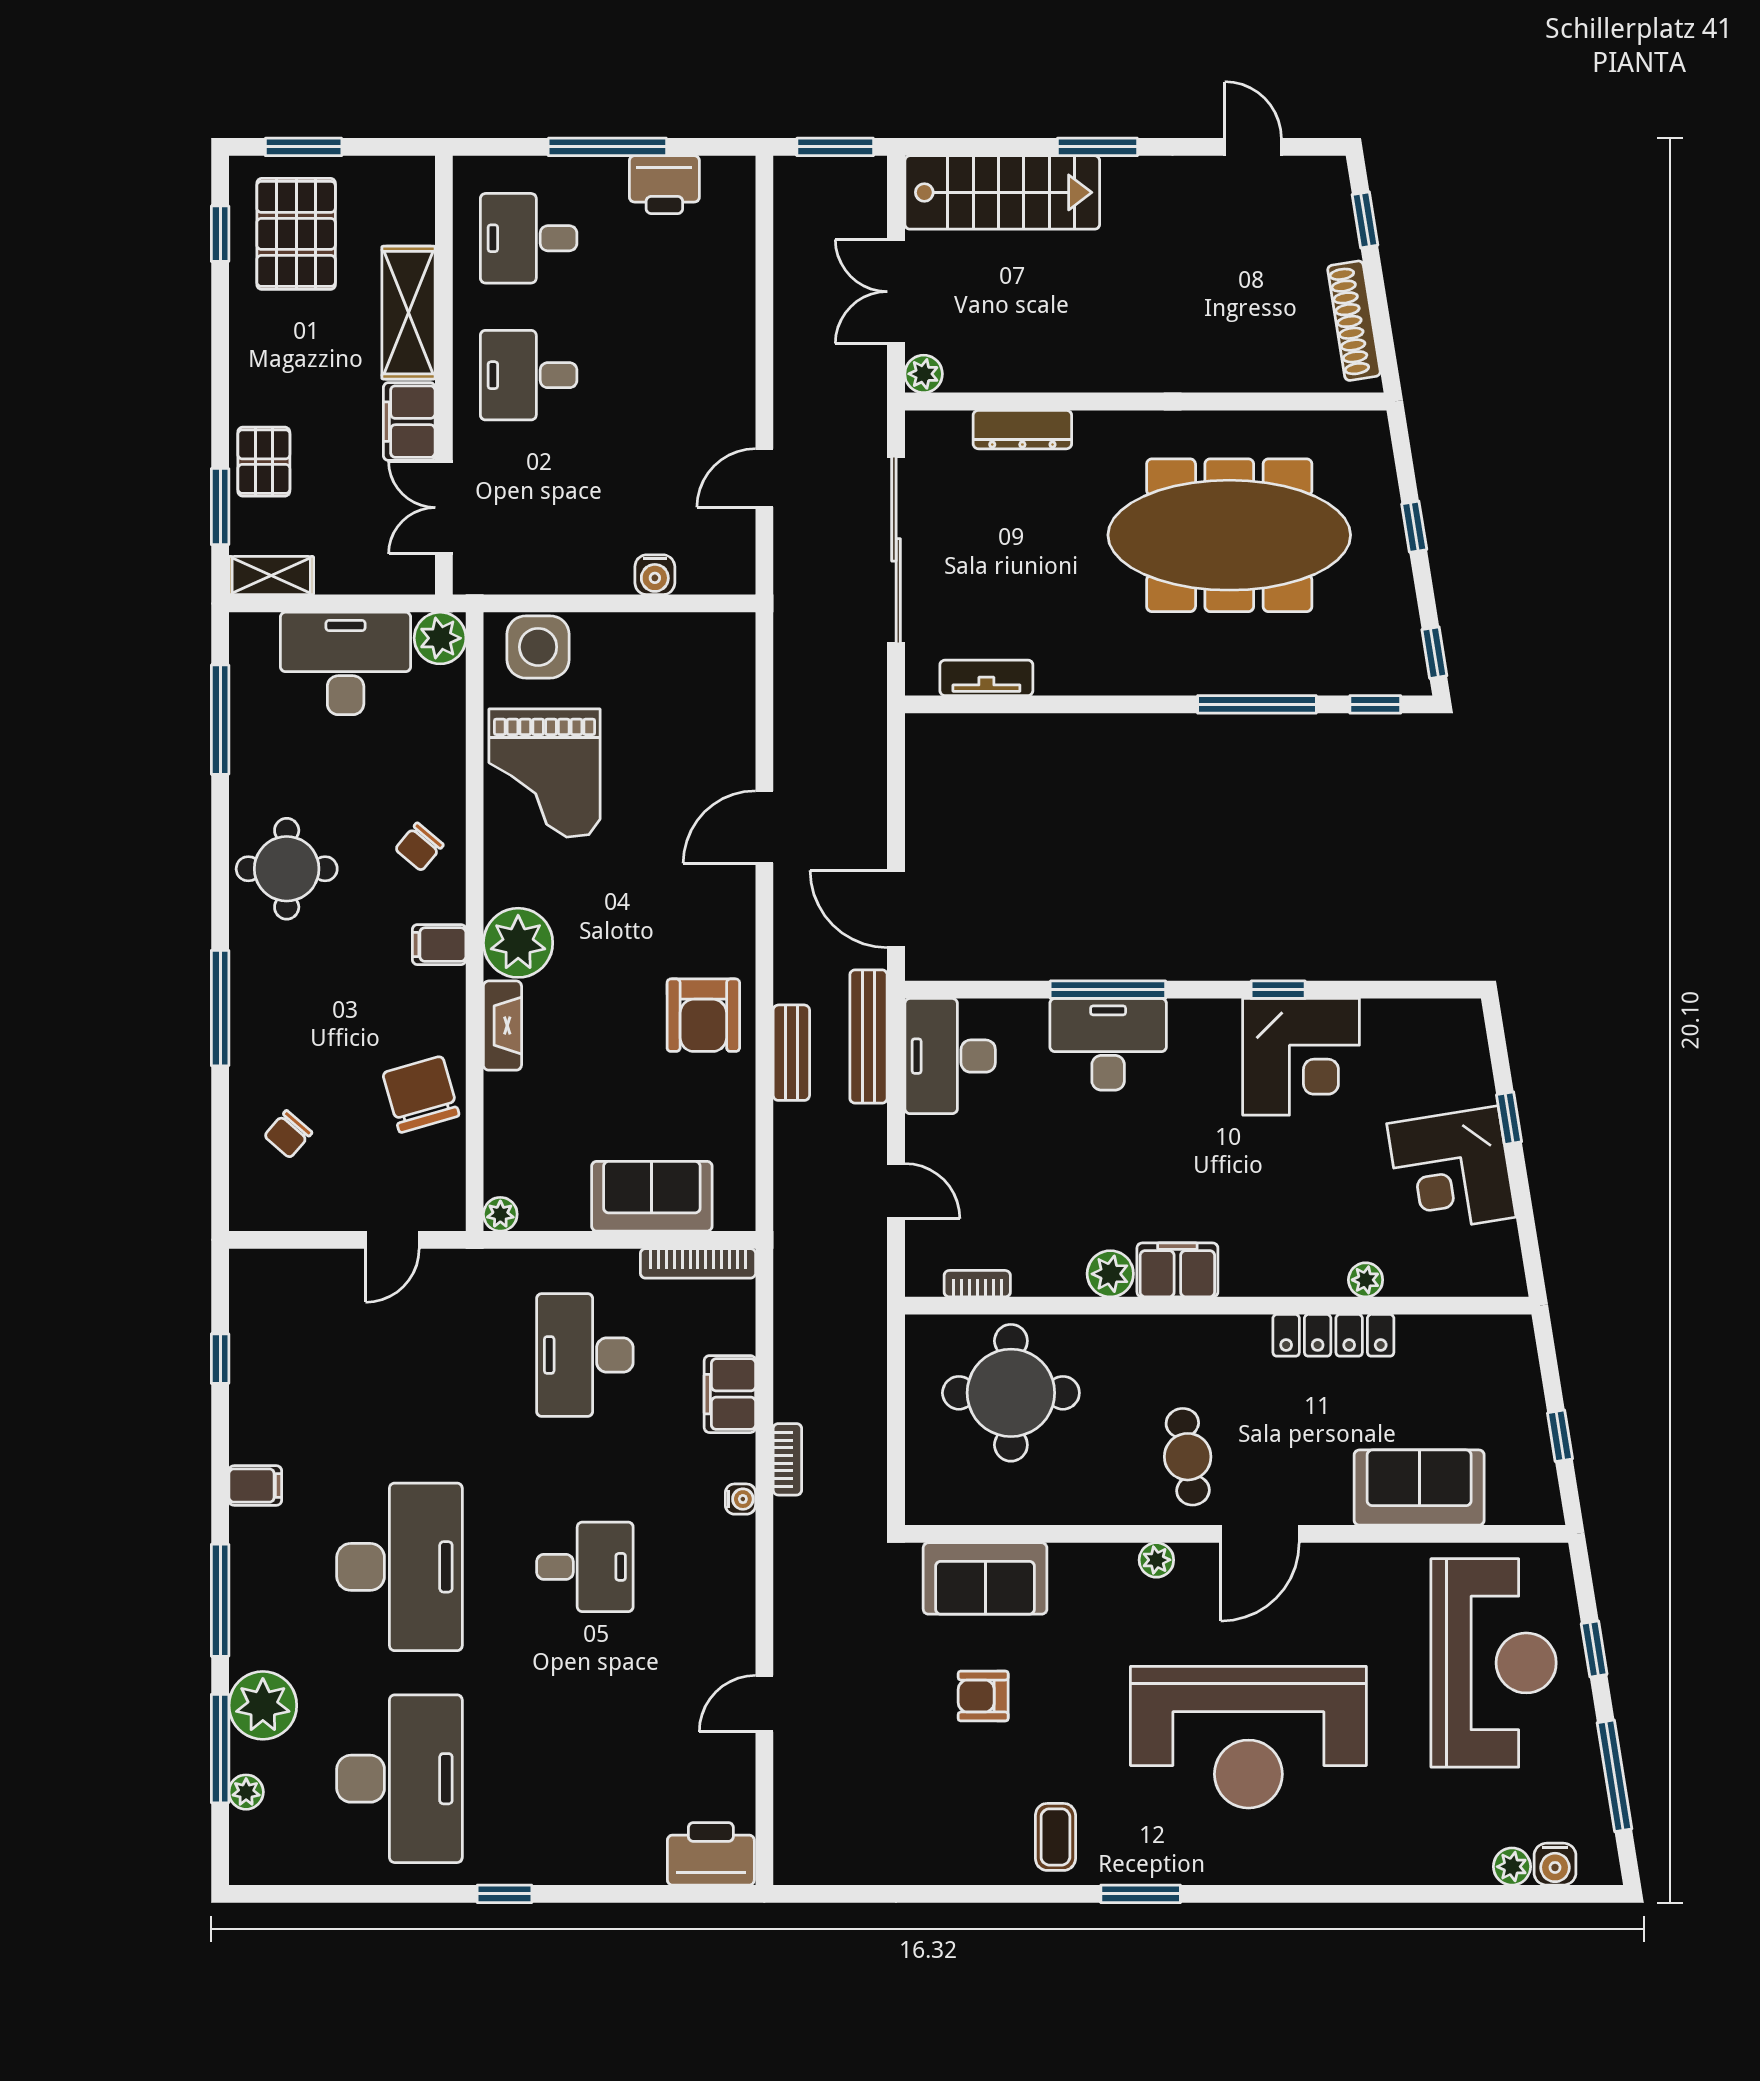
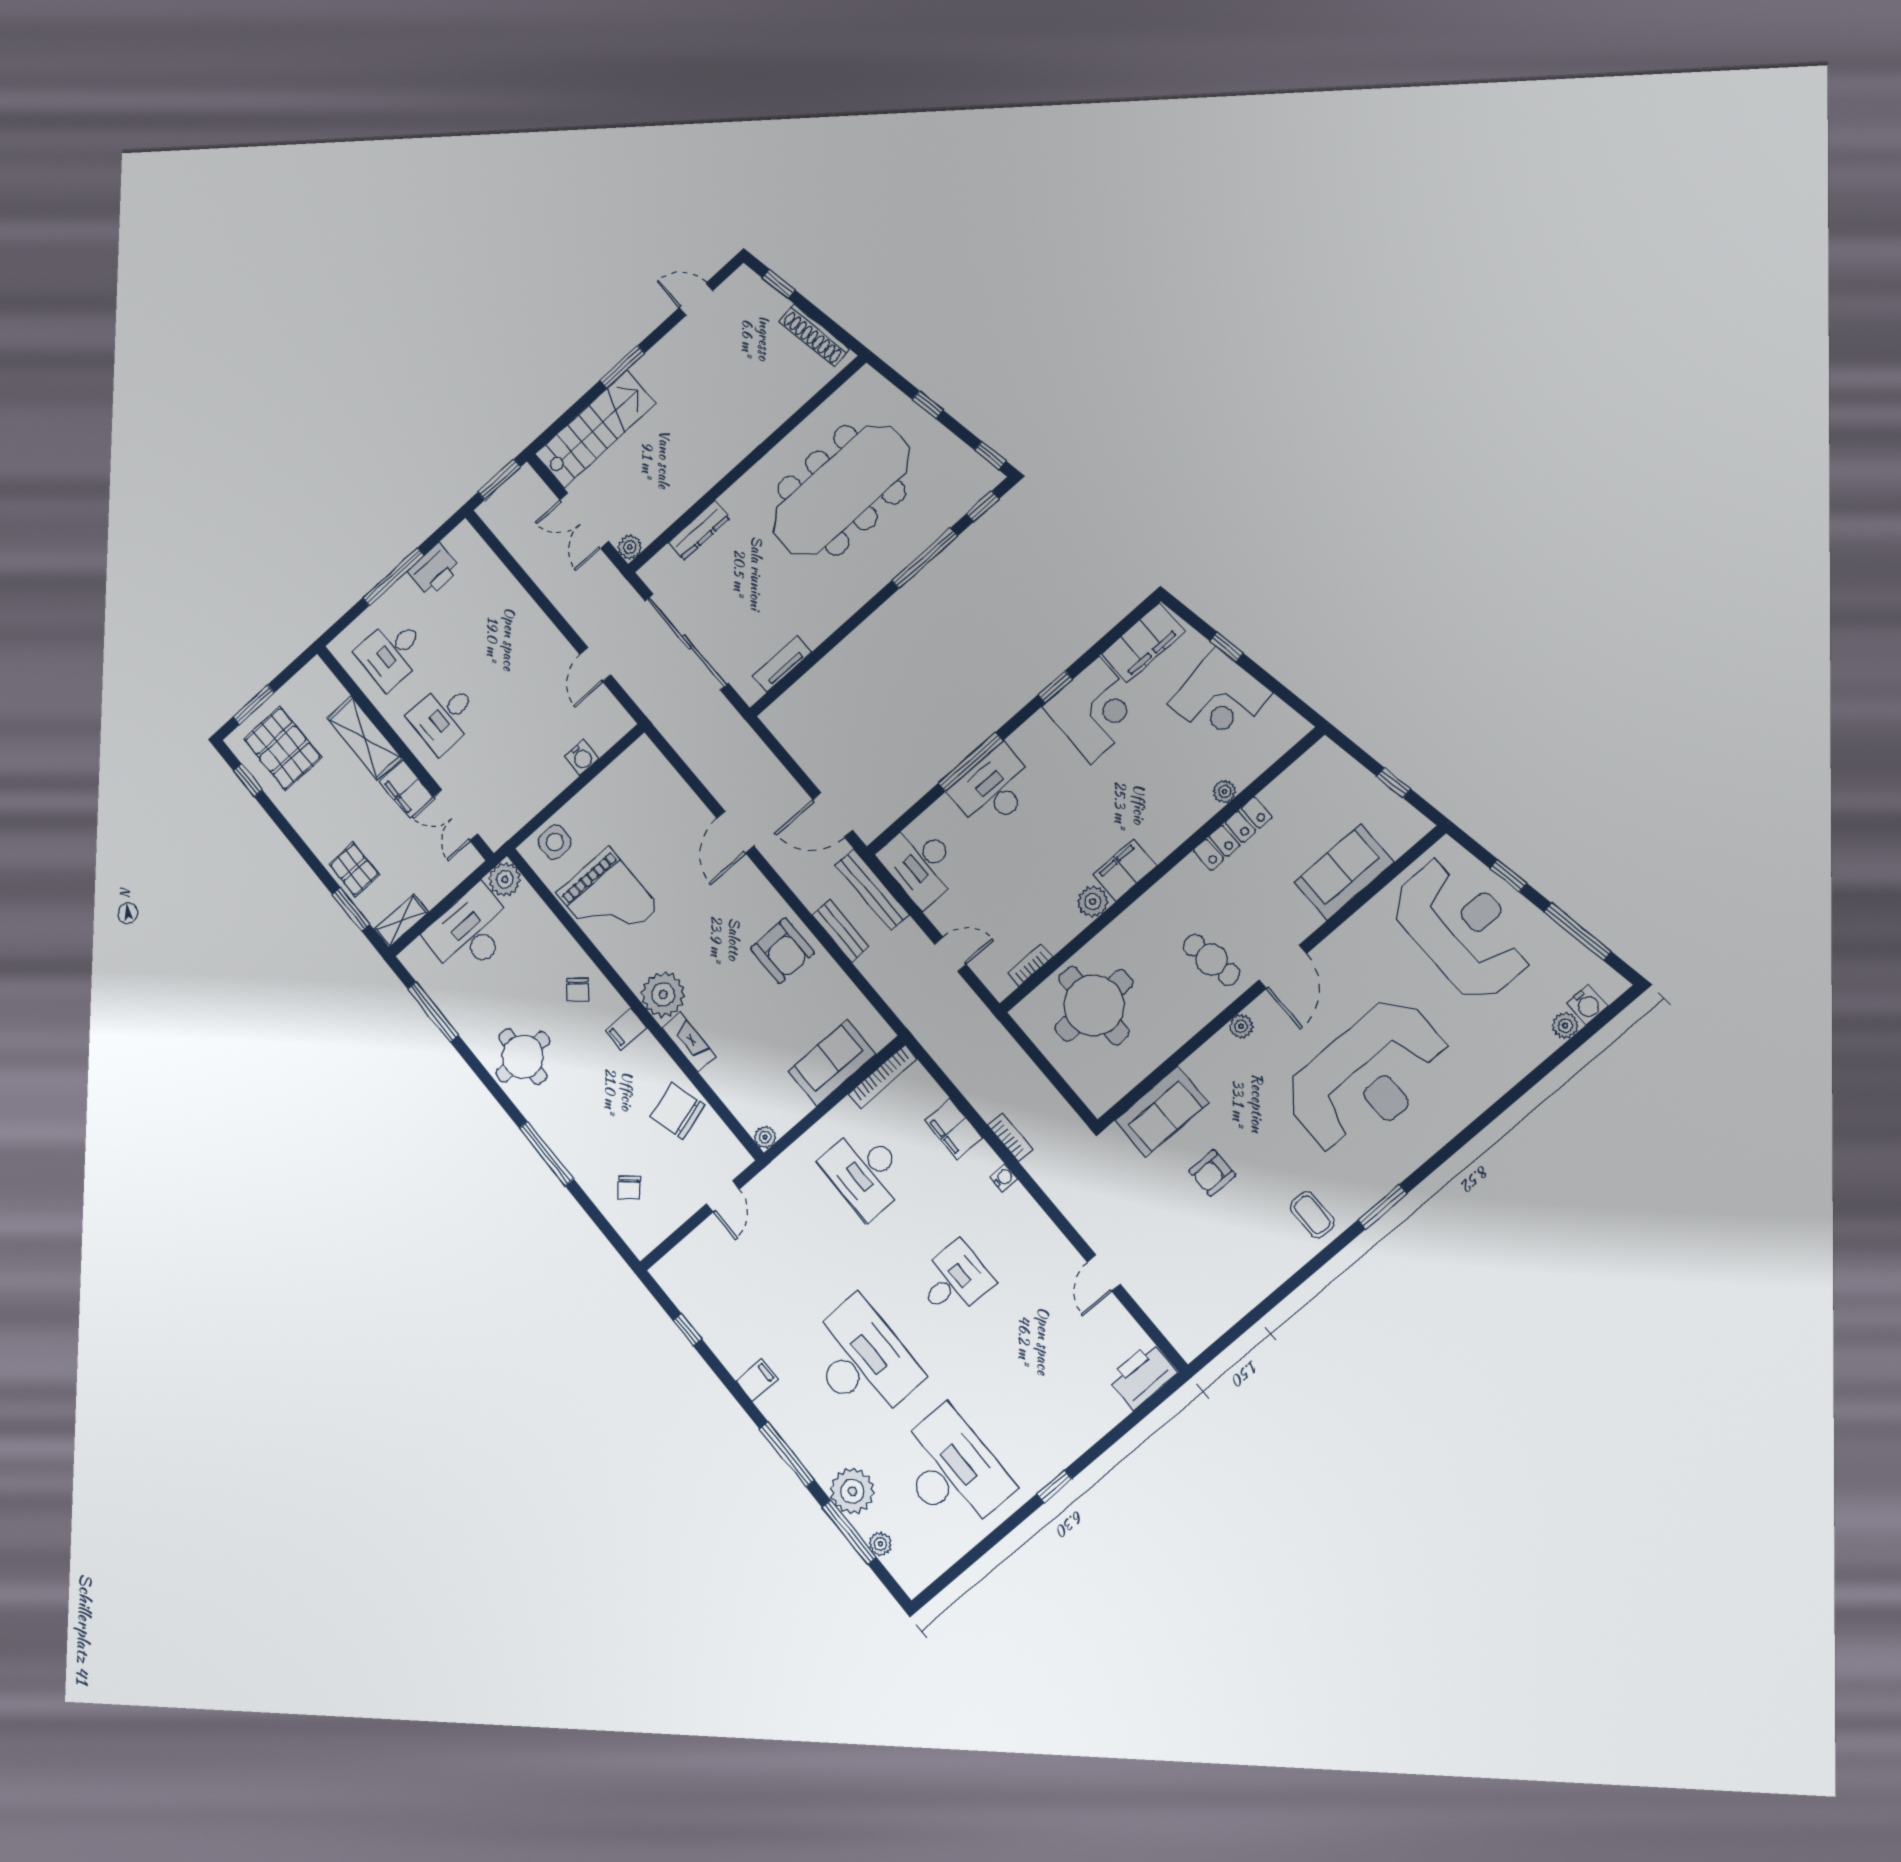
side table: (538, 647) -> (555, 842), width x0.73, depth x0.73
filing cabinet: (1420, 1028) -> (1143, 643), added

